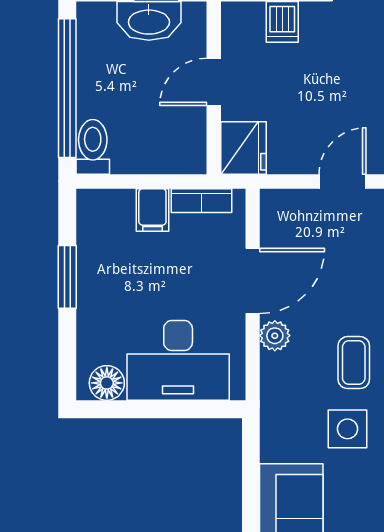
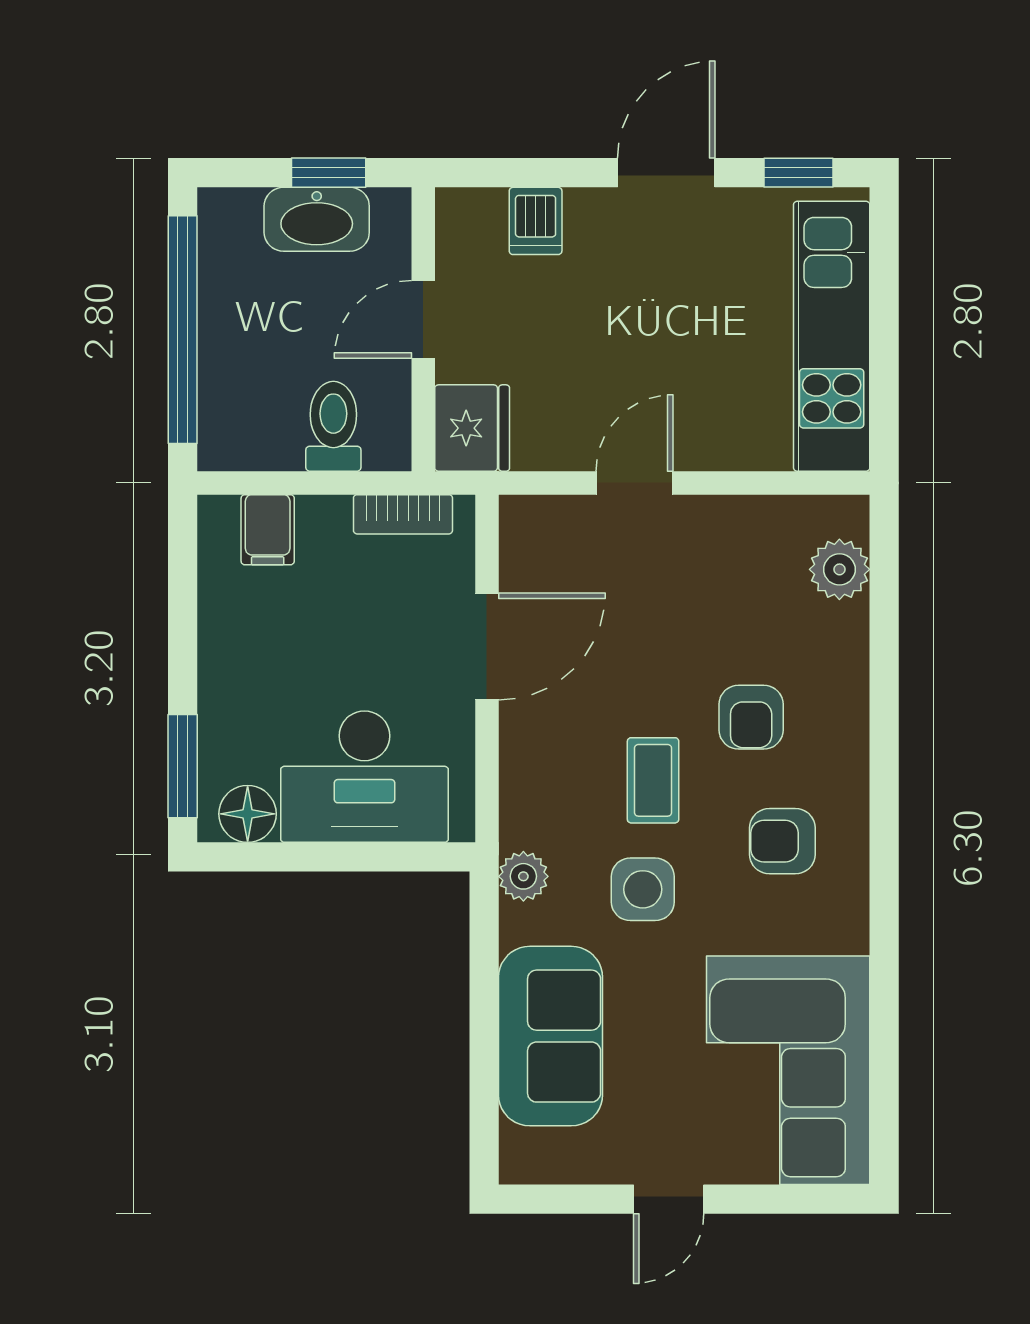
toilet: (93, 147) -> (333, 426), moved
filing cabinet: (152, 210) -> (268, 530), moved
window: (67, 277) -> (183, 766), moved
plant: (275, 336) -> (523, 876), moved

